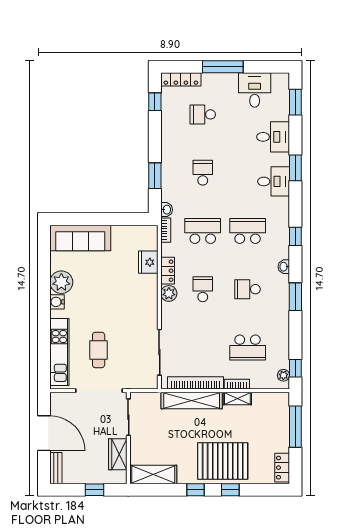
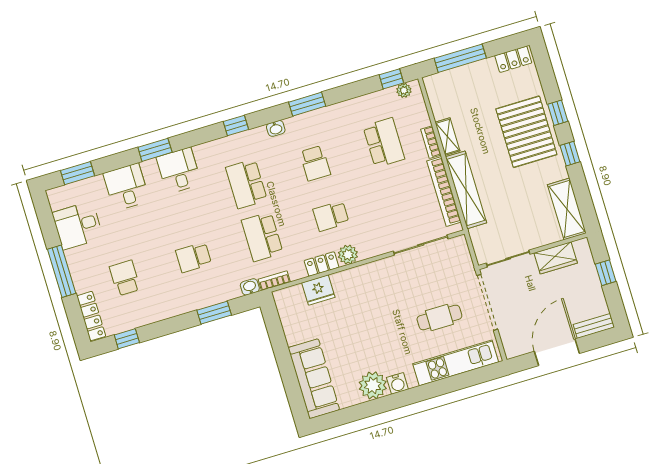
school desk: (203, 114) -> (125, 278), turned 180

